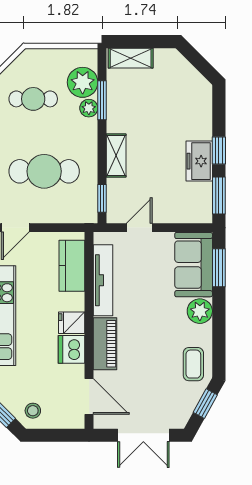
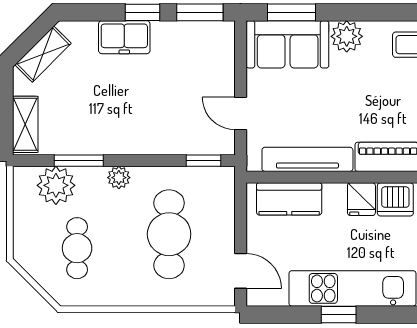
plant: (89, 108) -> (119, 178), moved
shelving: (116, 155) -> (43, 54), moved, turned -45
freezer: (199, 161) -> (124, 37), moved

